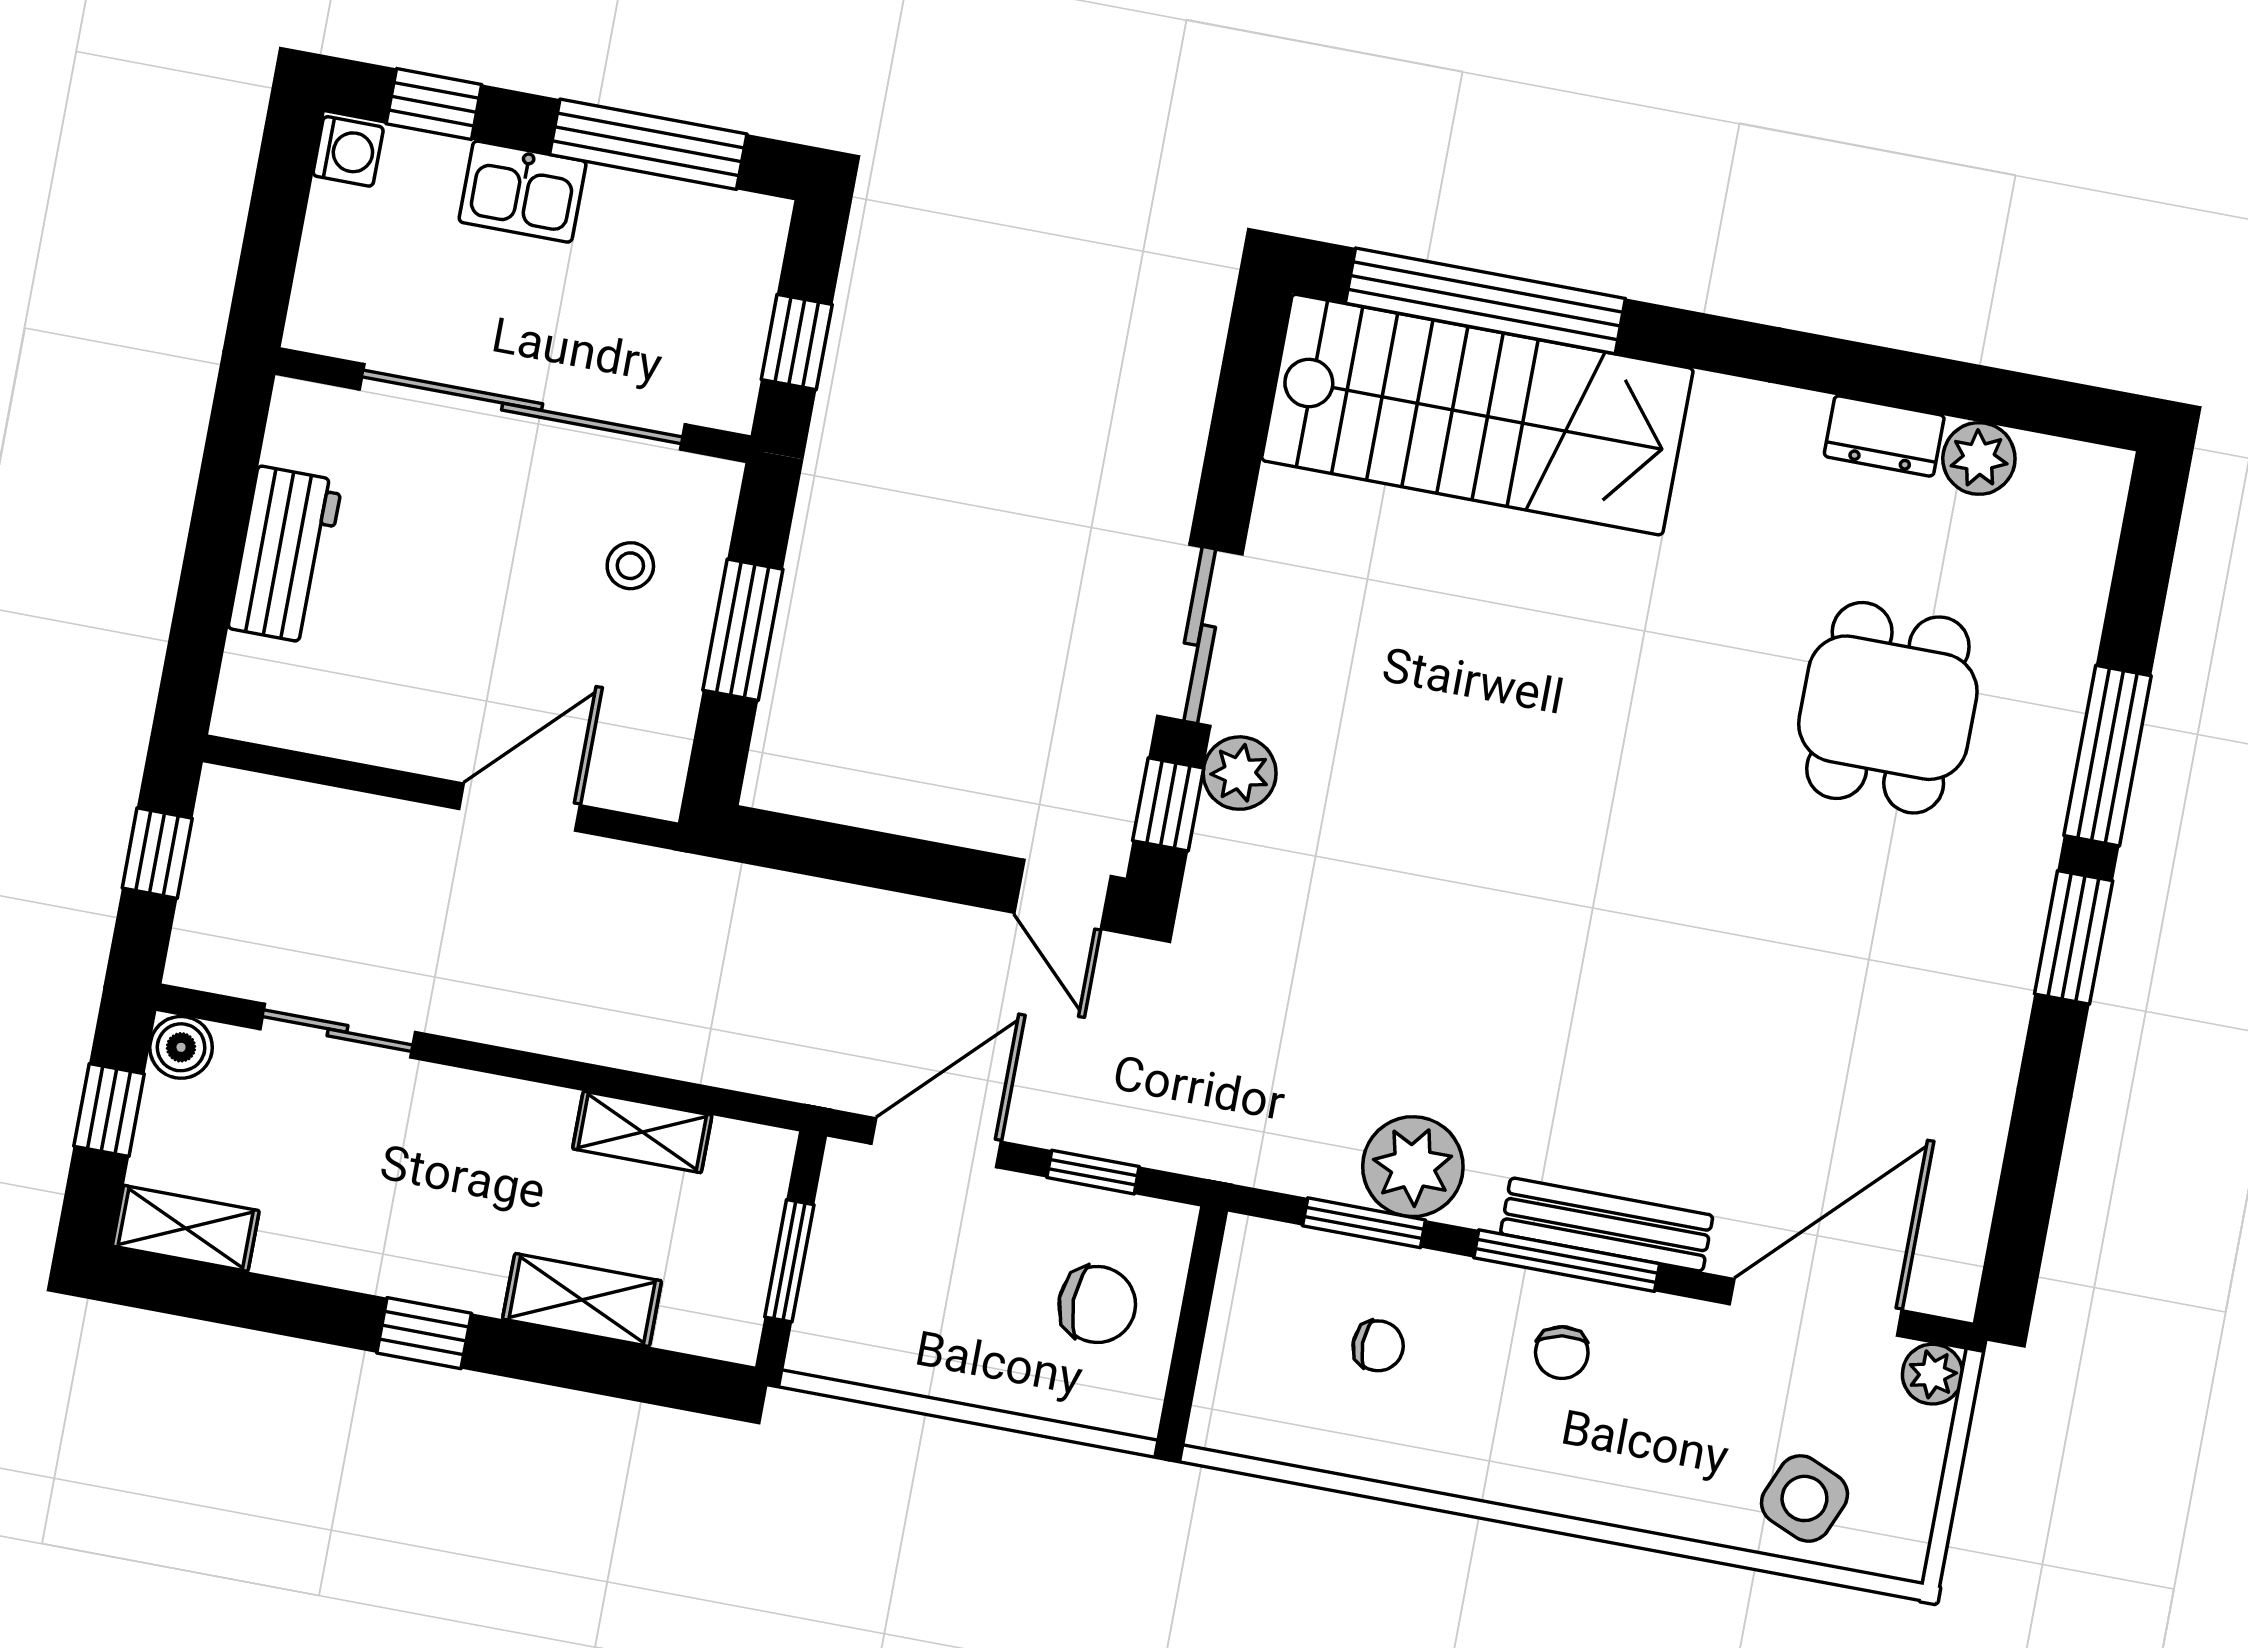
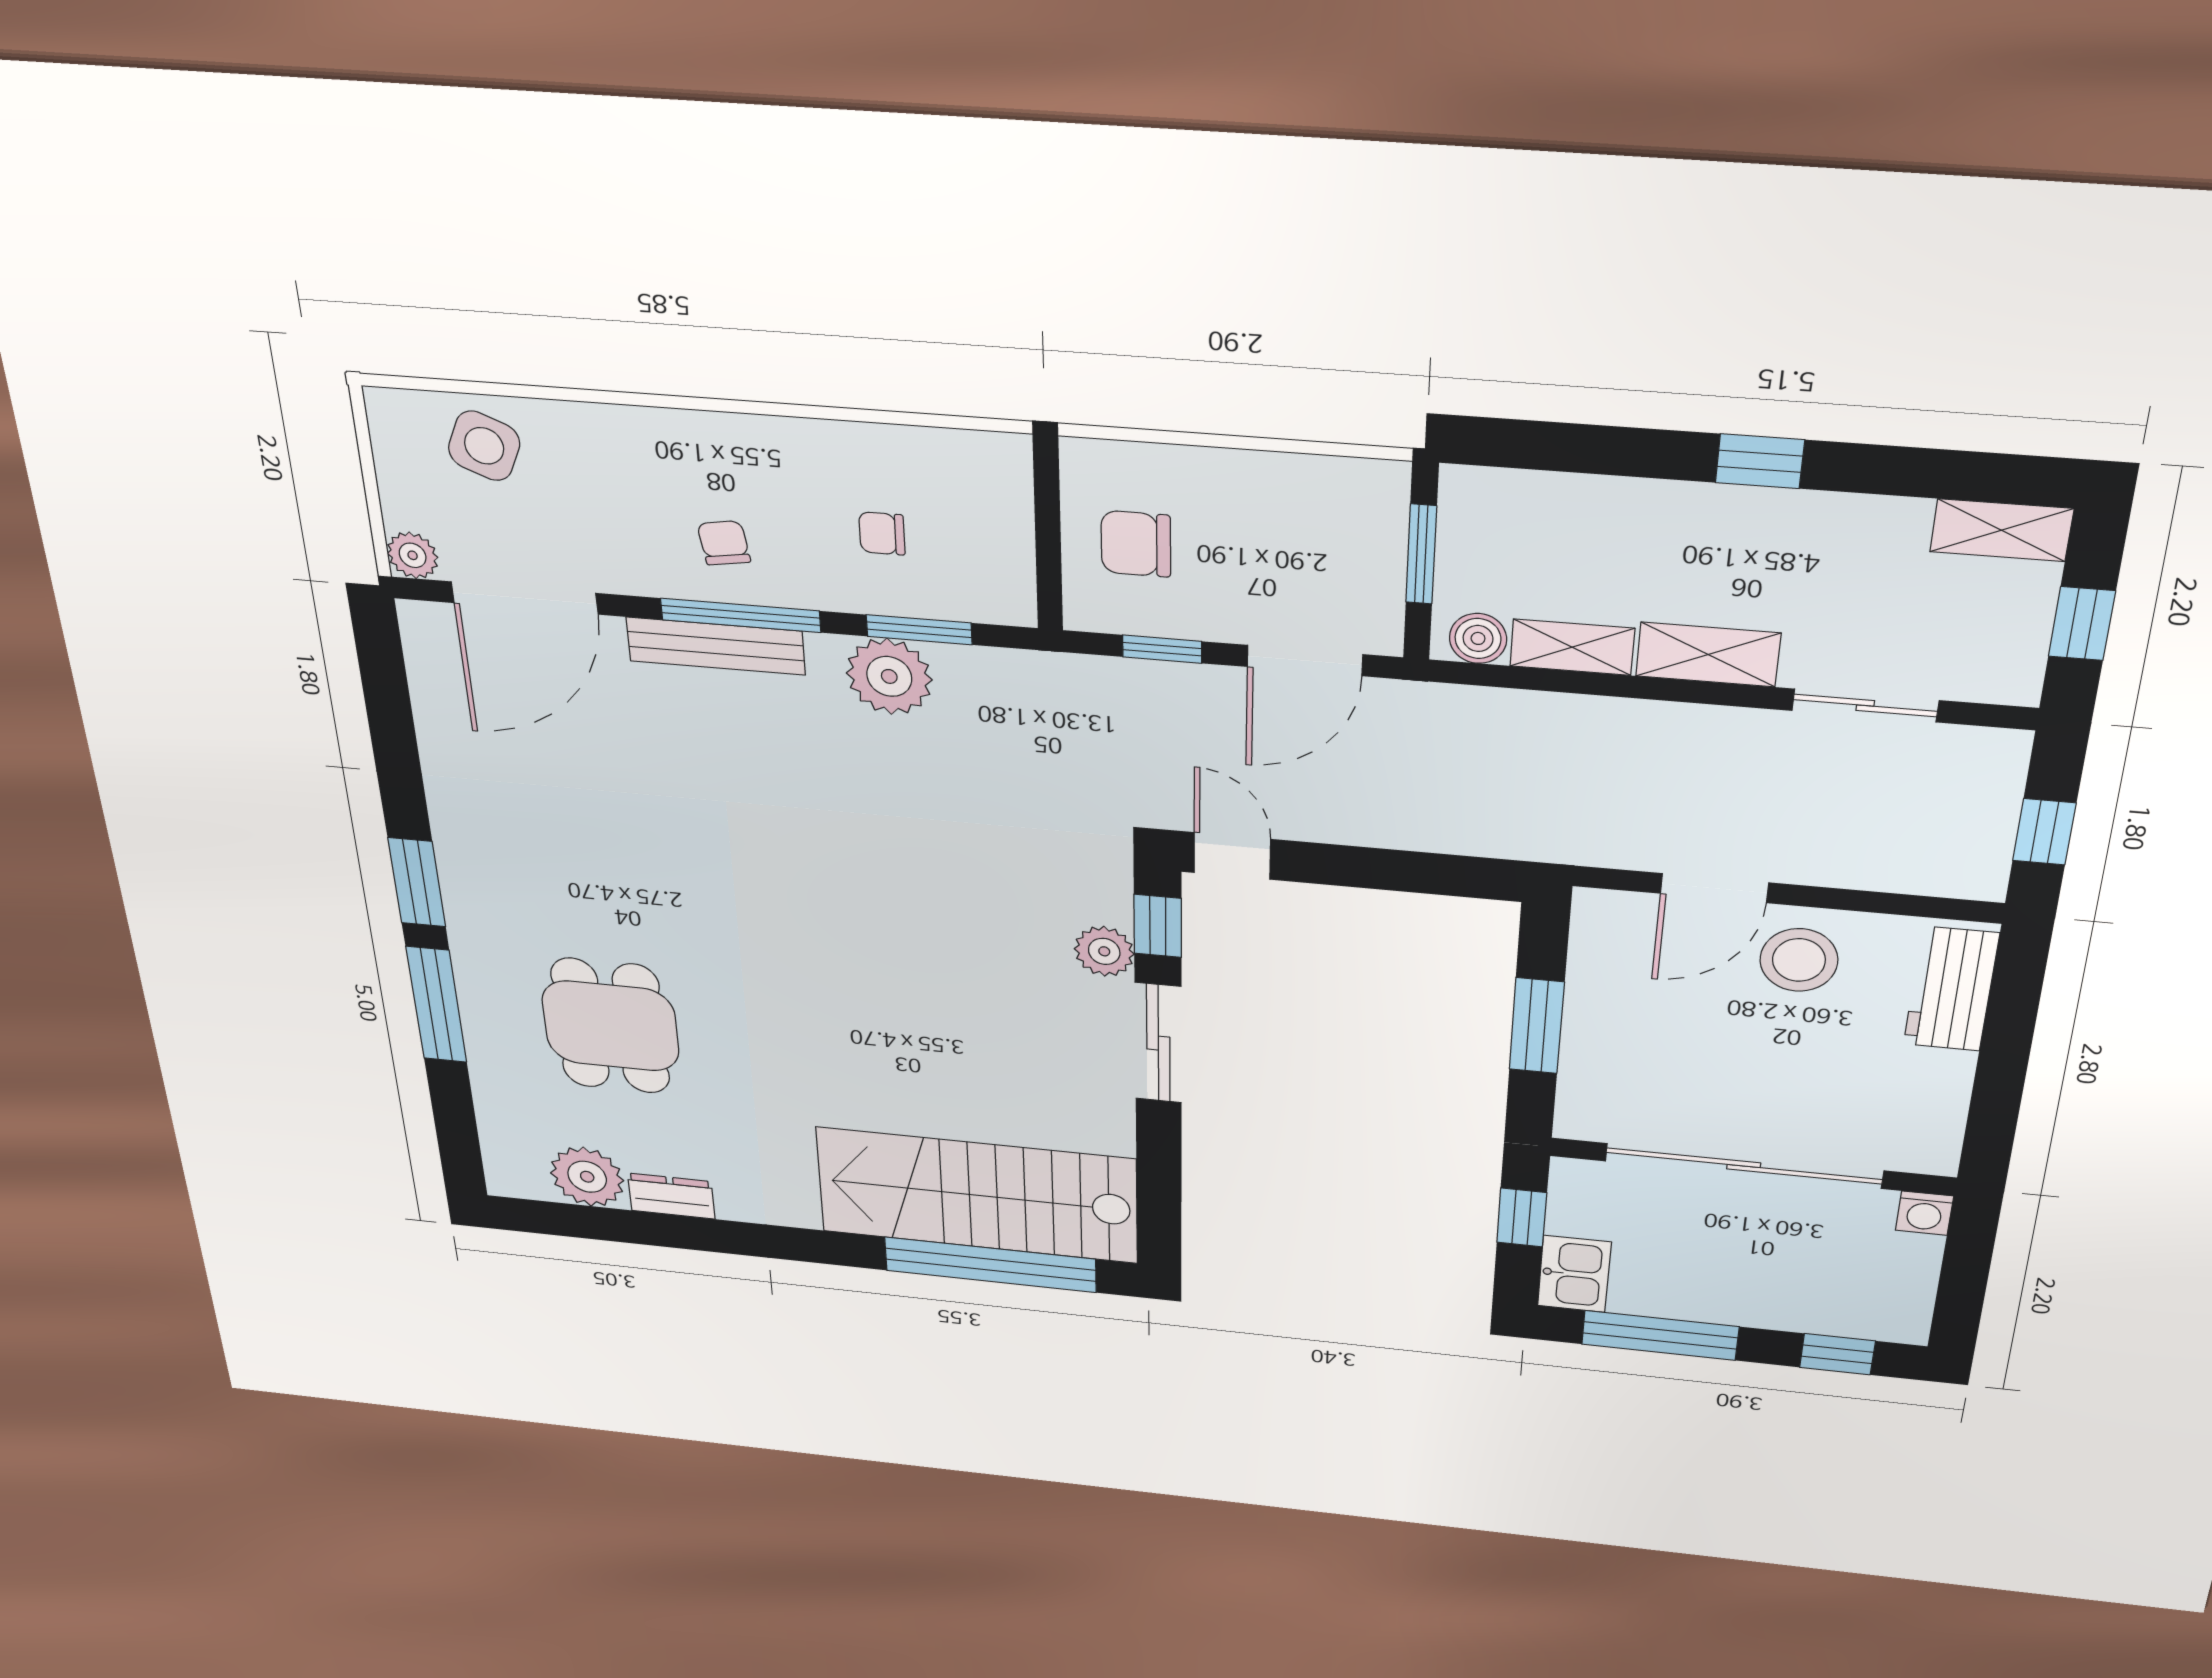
washing machine: (348, 151) -> (1924, 1213), moved, turned -90
kitchen sink: (523, 192) -> (1574, 1274), moved, turned 90
plant: (1979, 458) -> (587, 1177), width x1.36, depth x1.36
workbench: (285, 555) -> (1951, 989), moved
stool: (630, 566) -> (1799, 960), moved, width x1.89, depth x1.89
boiler: (181, 1047) -> (1478, 638), moved
shelving: (582, 1300) -> (1708, 655), moved

